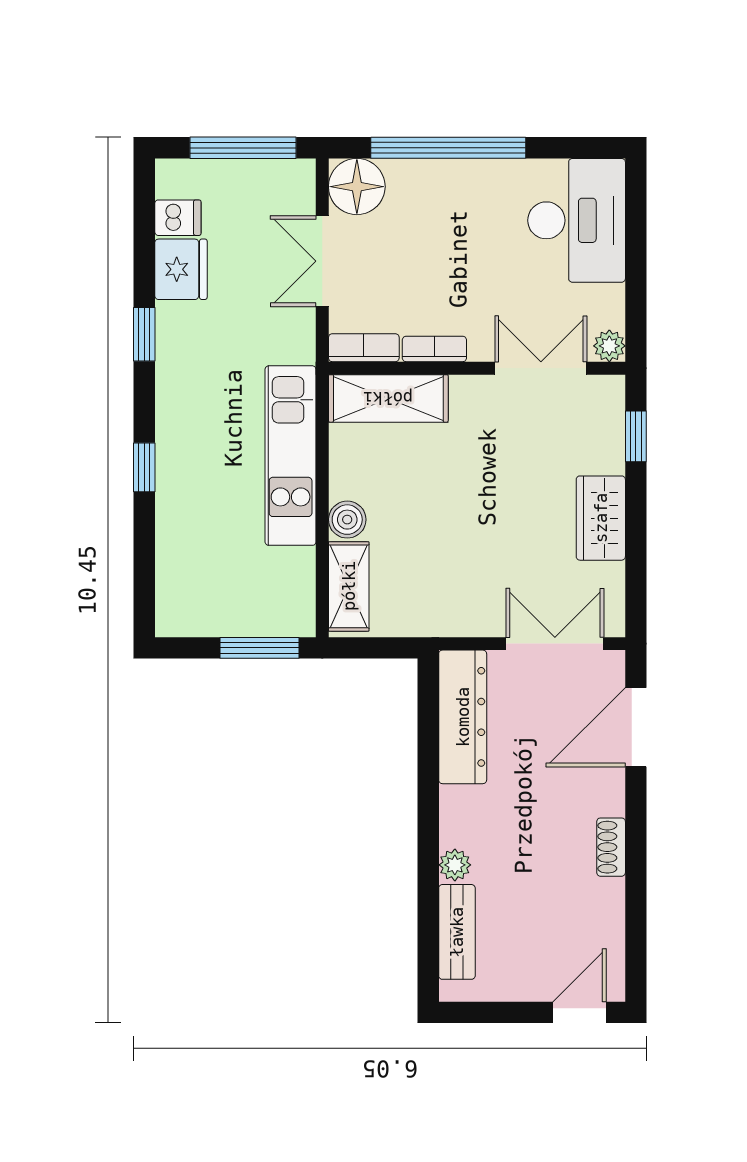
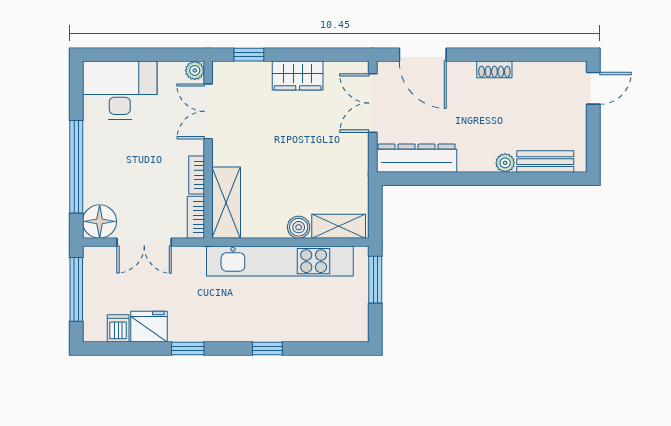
kitchen unit: (291, 456) -> (280, 261), width x1.36
door: (579, 1012) -> (593, 88), swing flipped

